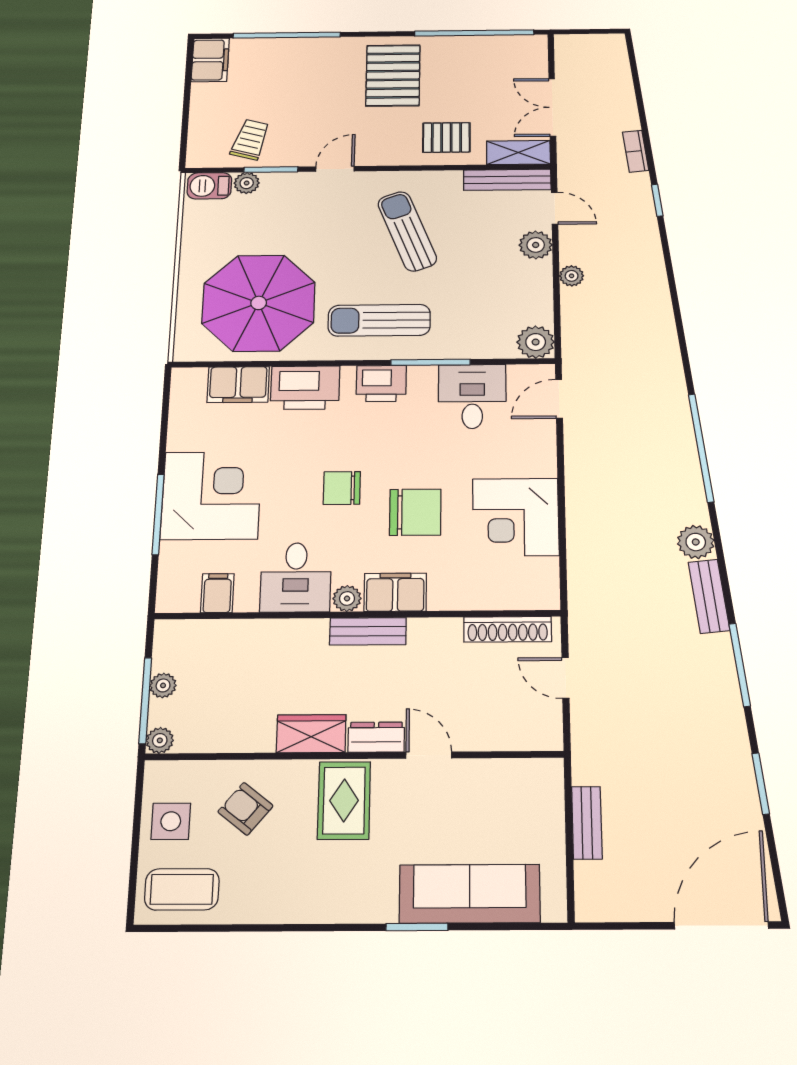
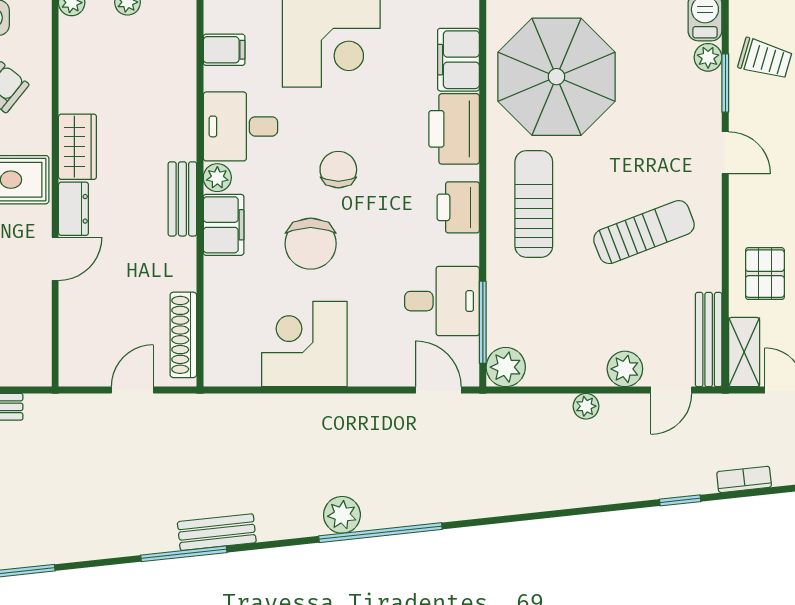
window: (431, 362) -> (483, 322), moved
plant: (696, 542) -> (342, 515), moved
window: (740, 665) -> (184, 554), moved

